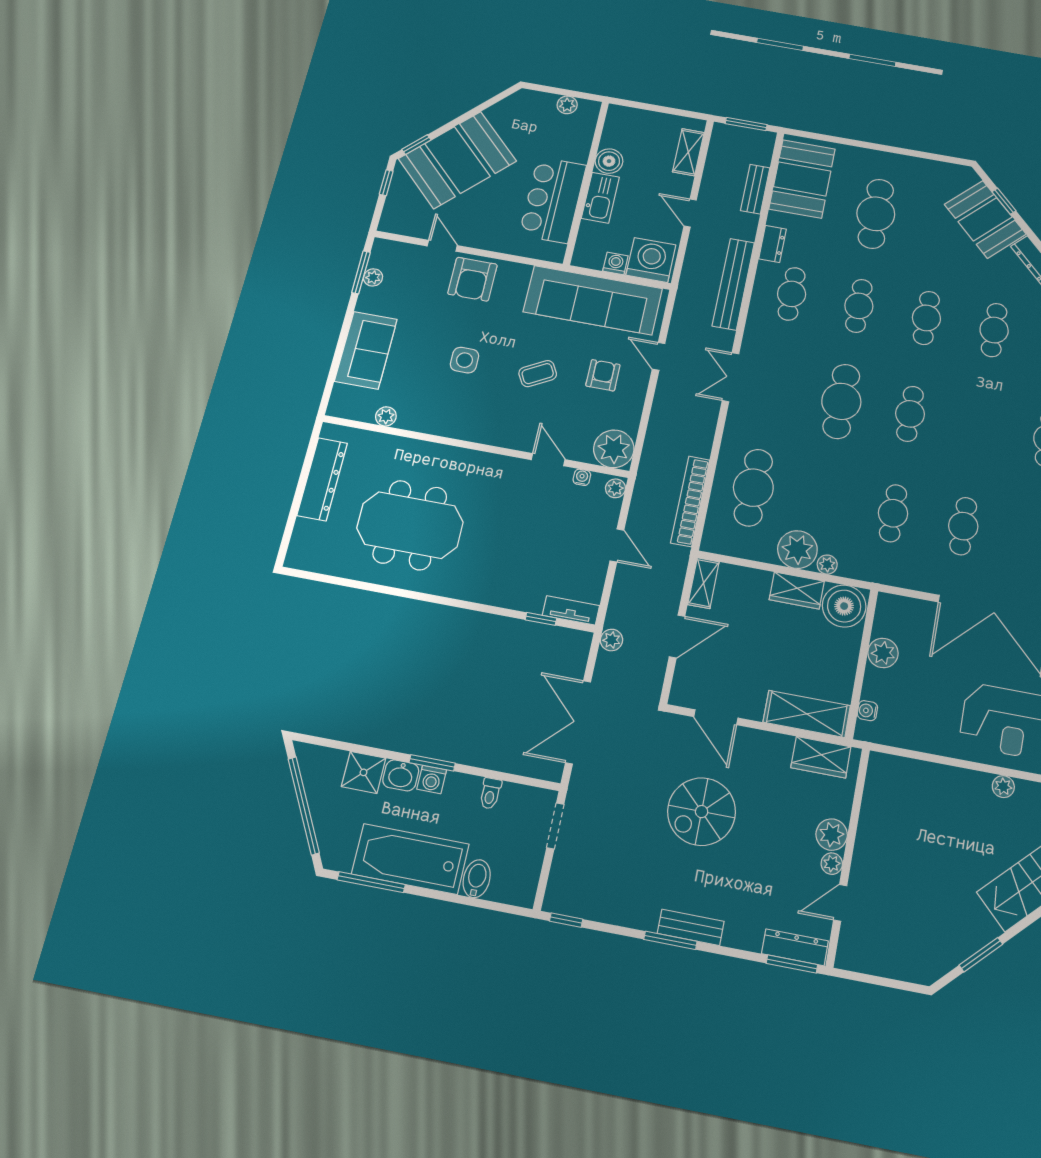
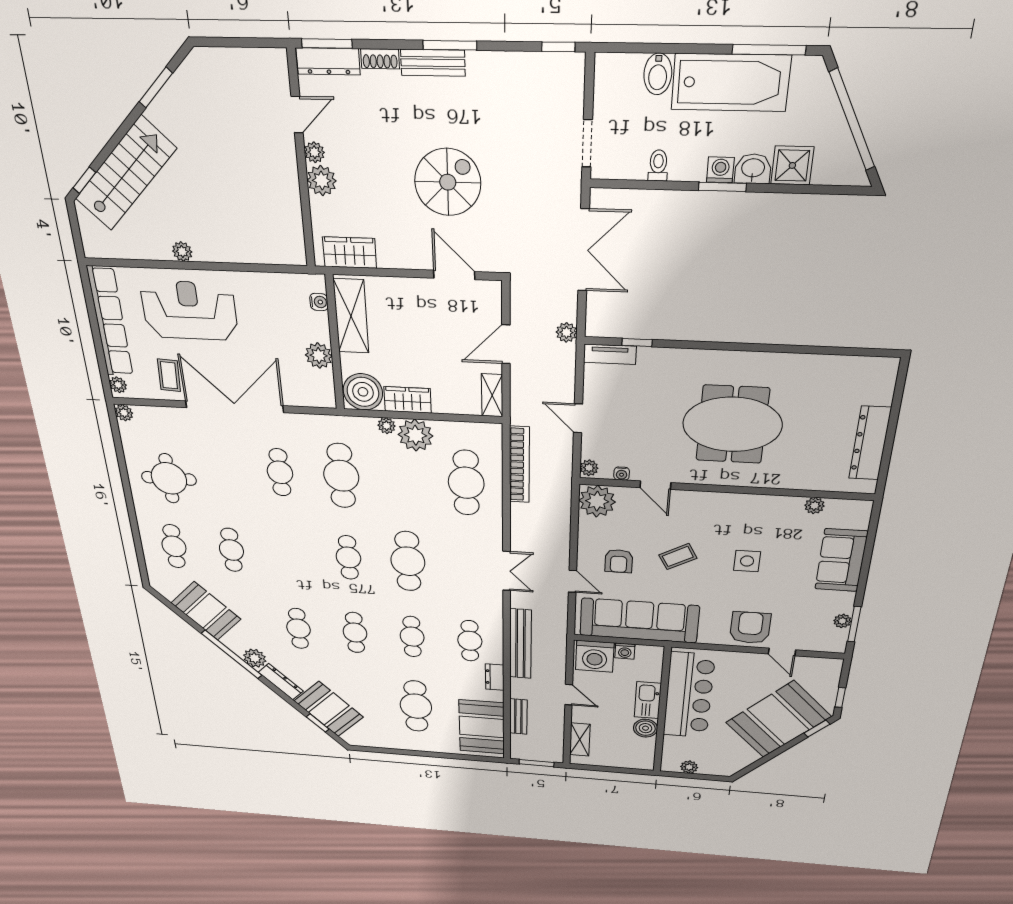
bar counter: (553, 200) -> (689, 695), width x1.36
cafe table: (893, 513) -> (341, 476), width x1.37, depth x1.35
meeting table: (410, 525) -> (732, 424), moved
shelving: (807, 714) -> (351, 316), moved, turned 90
shoe rack: (742, 940) -> (380, 59), added

